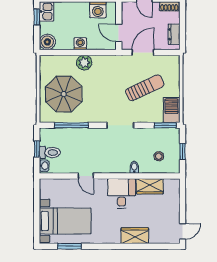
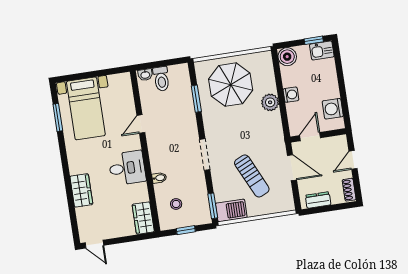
window: (71, 125) -> (196, 99), width x0.69
window: (37, 149) -> (163, 63), removed
wardrobe: (150, 186) -> (143, 218), moved

